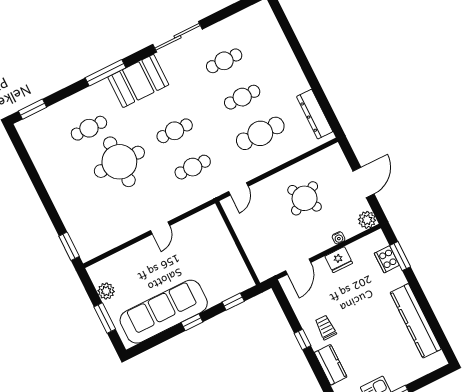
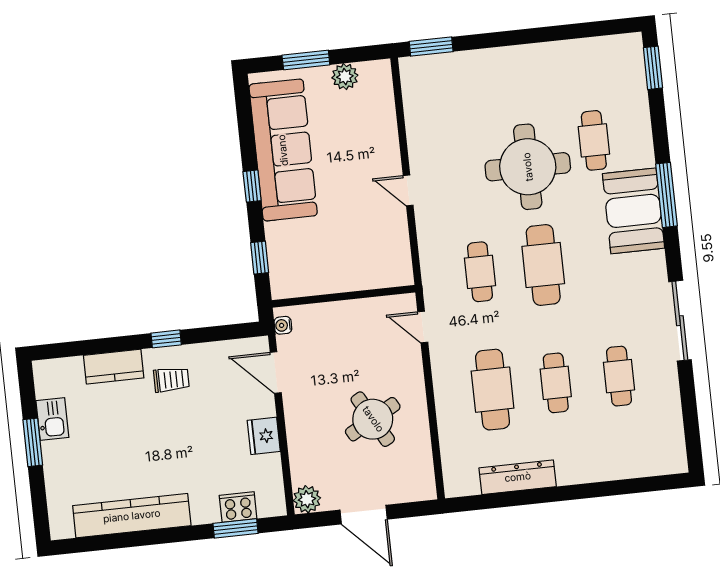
booth: (138, 81) -> (633, 211), moved
dresser: (315, 114) -> (518, 477), moved
cafe table: (175, 131) -> (543, 265), width x1.37, depth x1.35
water cooler: (339, 238) -> (283, 325), moved

